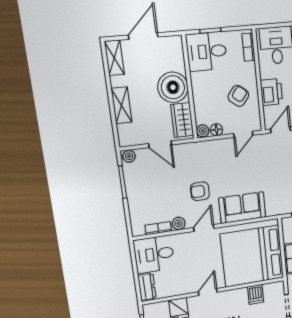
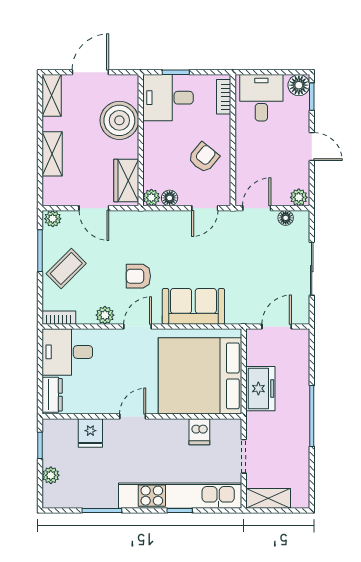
boiler: (173, 87) -> (119, 120), moved
printer: (271, 92) -> (249, 157), removed
coffee table: (145, 193) -> (66, 268), added
bookcase: (158, 228) -> (59, 318), moved

